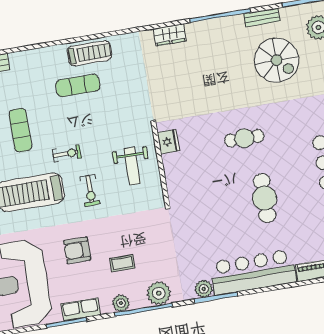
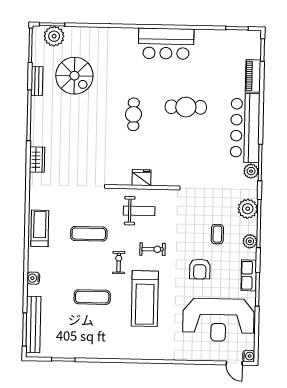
water cooler: (30, 57) -> (33, 278), added
spiral stairs: (277, 60) -> (74, 76), turned 90
exercise mat: (78, 85) -> (89, 234), moved, turned 90
fridge: (168, 142) -> (142, 178), moved

